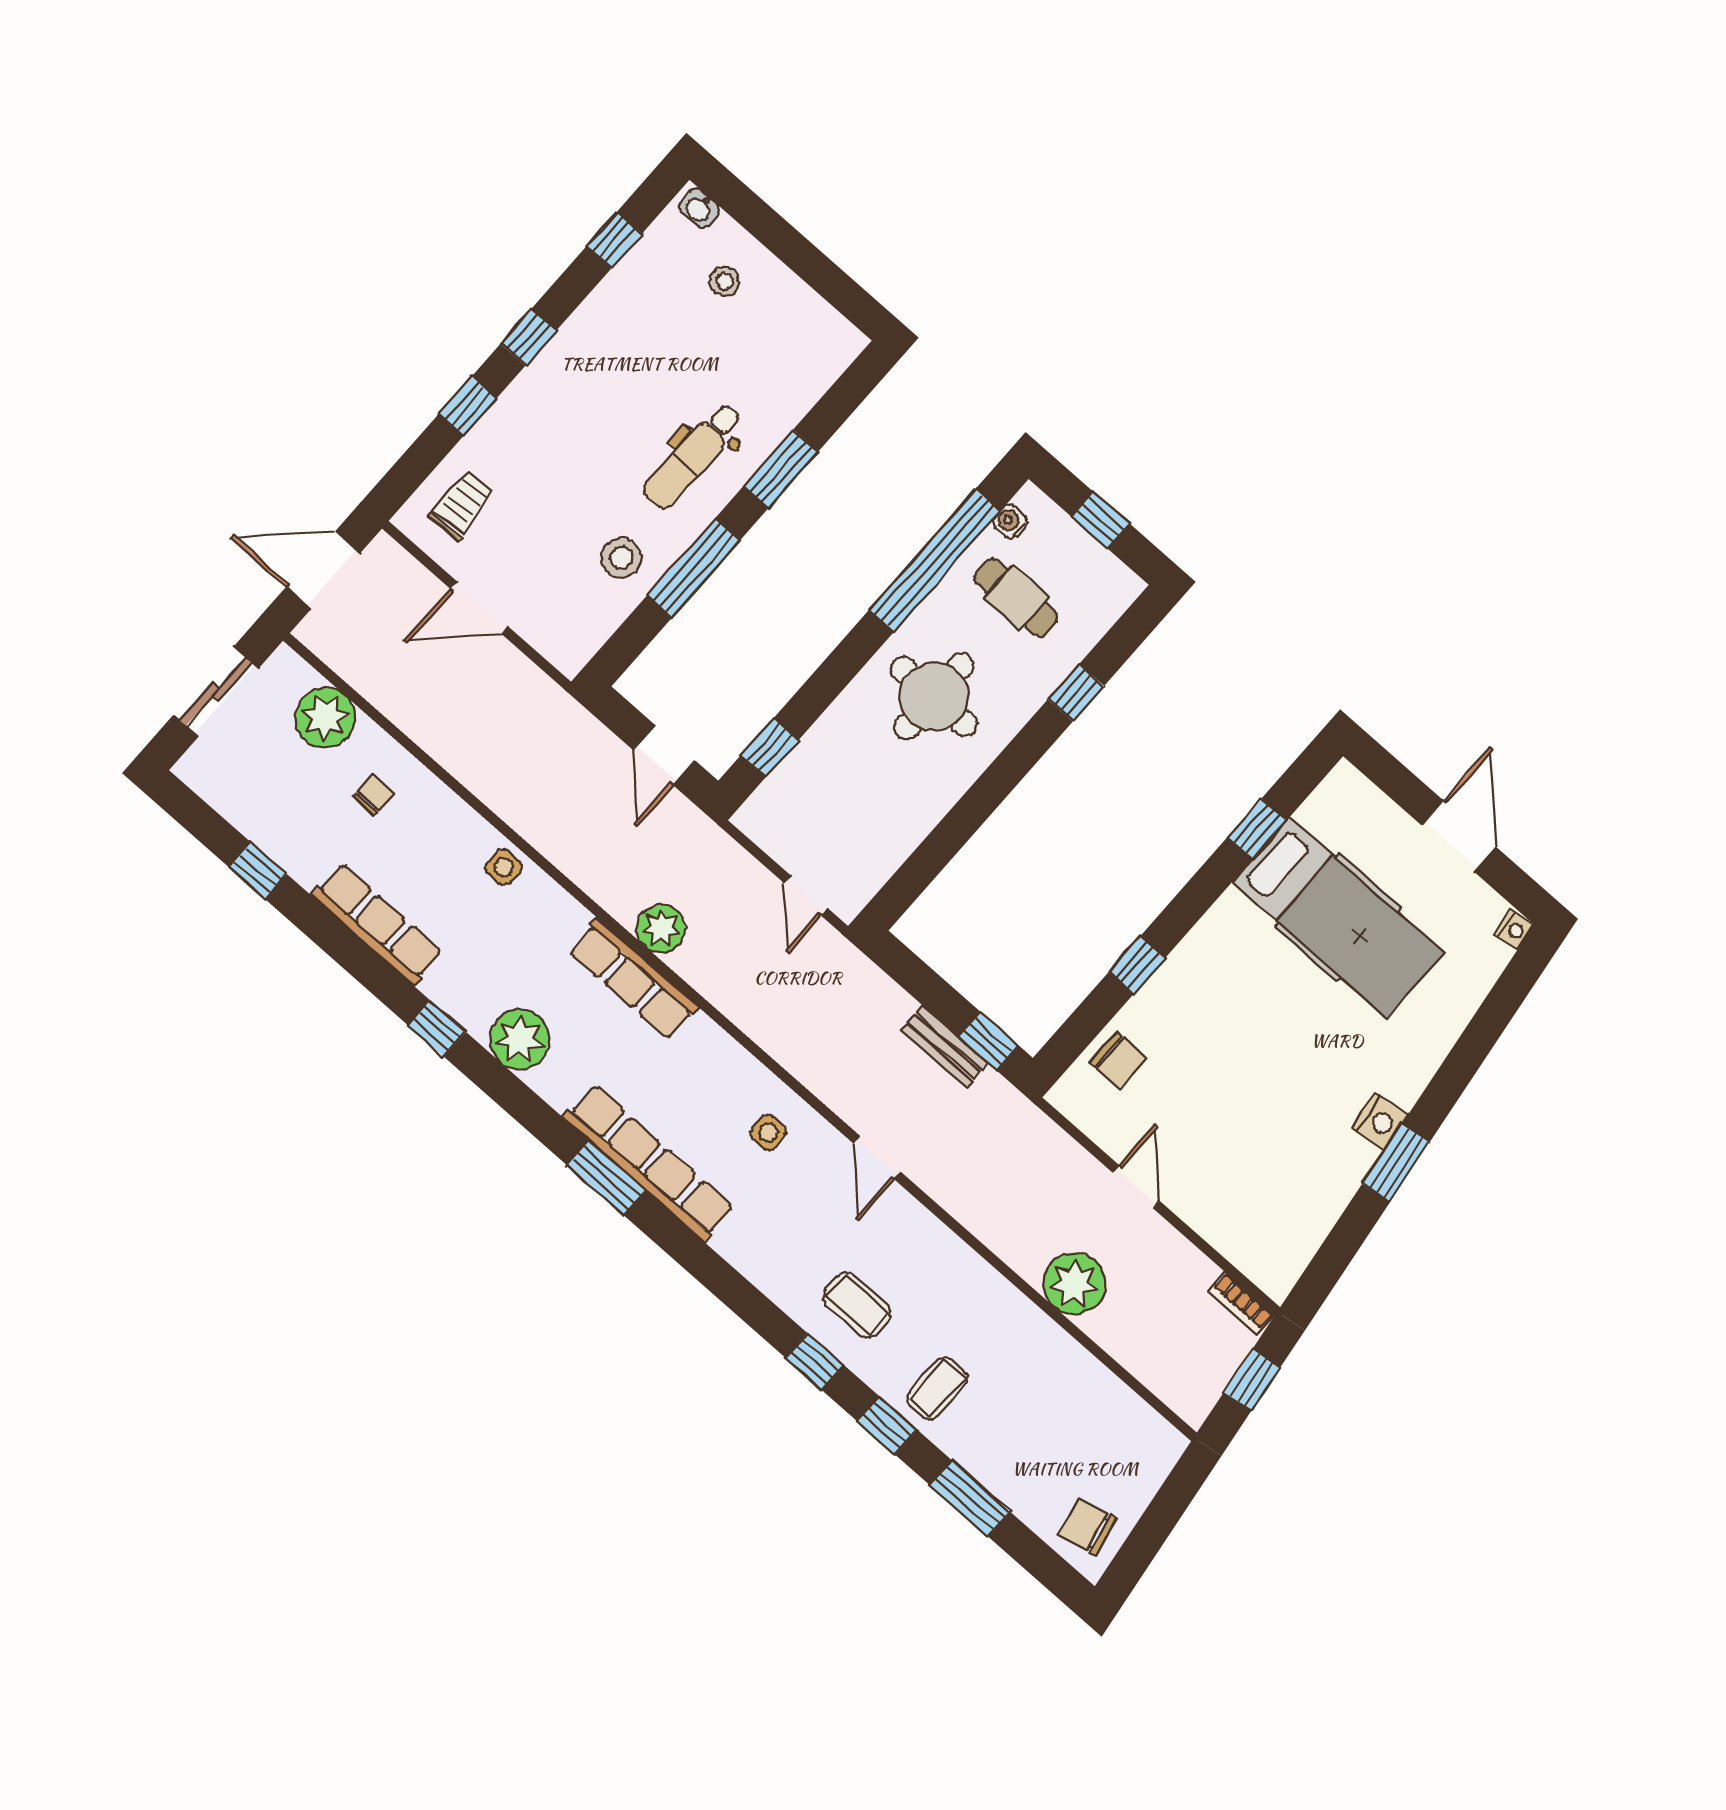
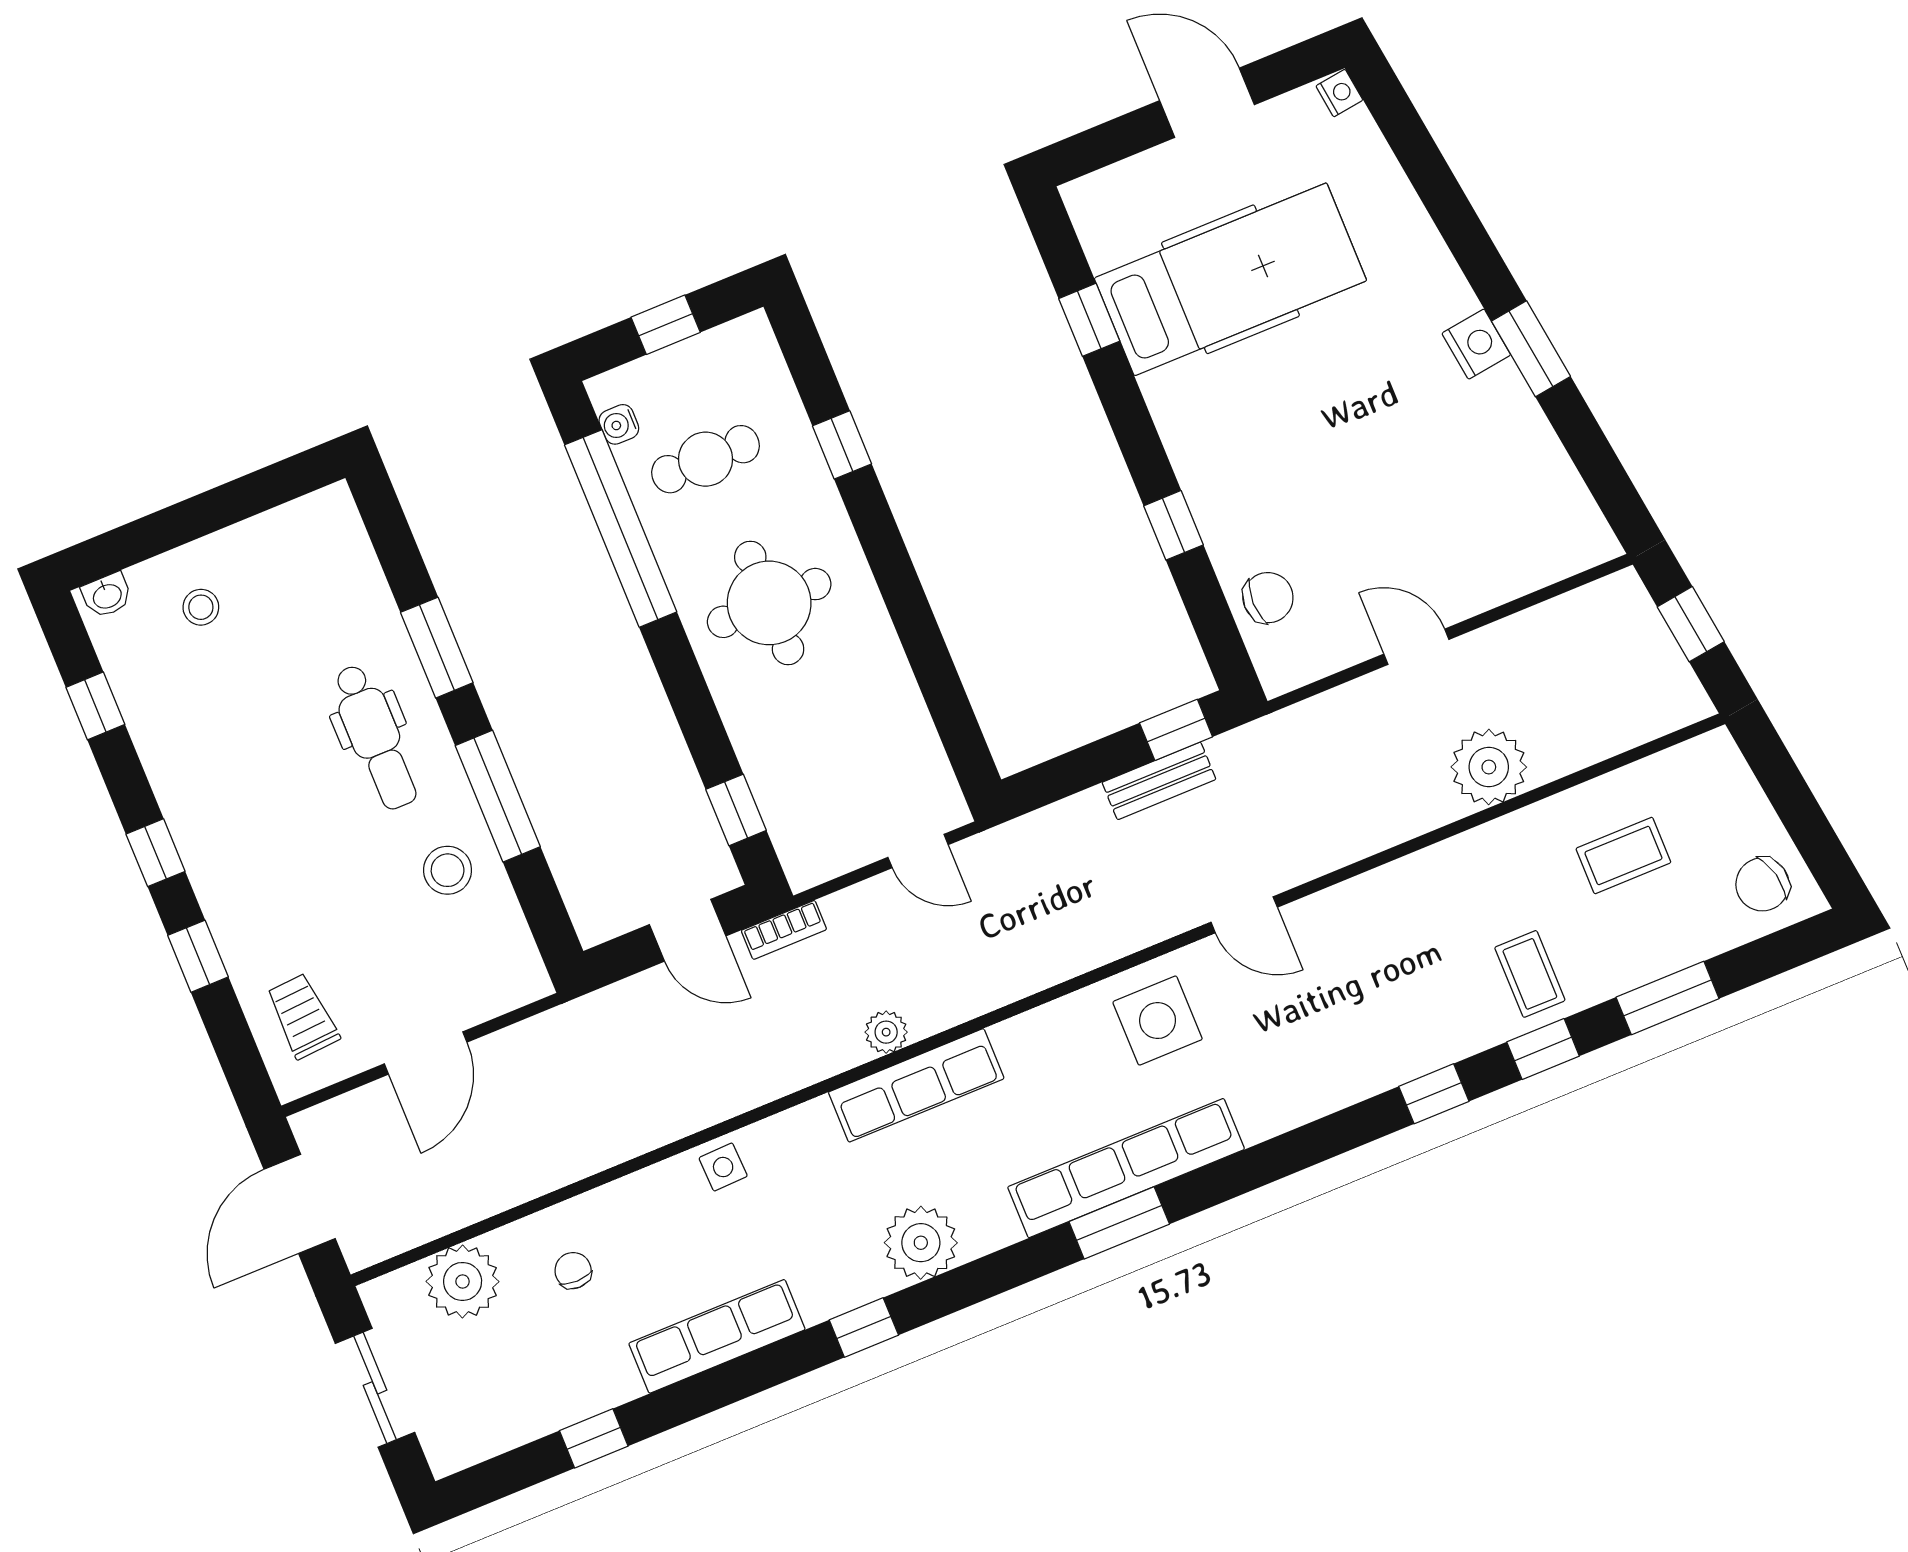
plant: (661, 929) -> (886, 1032), width x0.73, depth x0.73
side table: (768, 1132) -> (1158, 1021), width x1.87, depth x1.87
bookcase: (1241, 1303) -> (784, 930), moved
coffee table: (857, 1305) -> (1623, 856), moved

